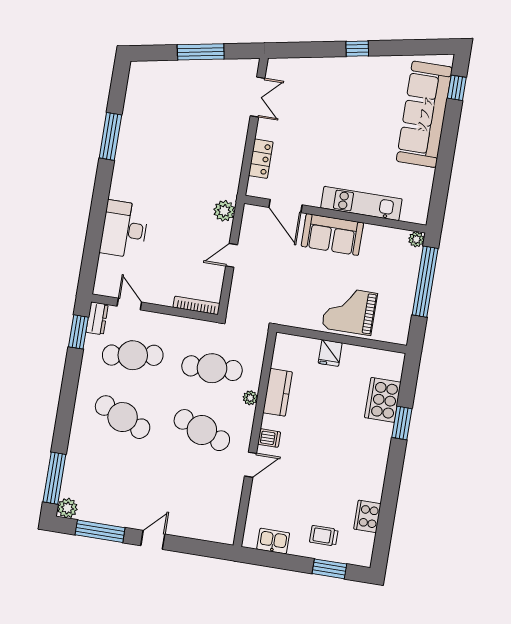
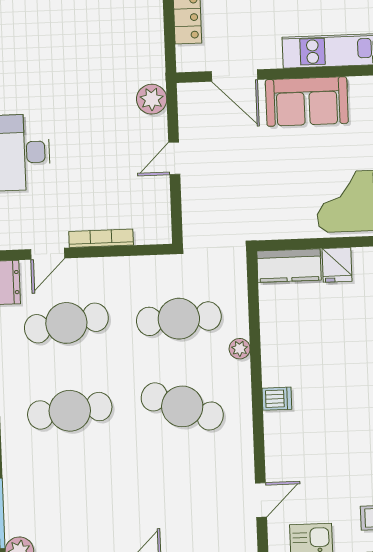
door: (129, 304) -> (48, 254), swing flipped
bookcase: (196, 305) -> (101, 238), moved
kitchen counter: (278, 392) -> (289, 266), moved, turned 90
cafe table: (123, 417) -> (70, 411), turned -30
door: (251, 465) -> (261, 500), moved

